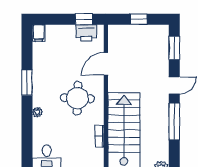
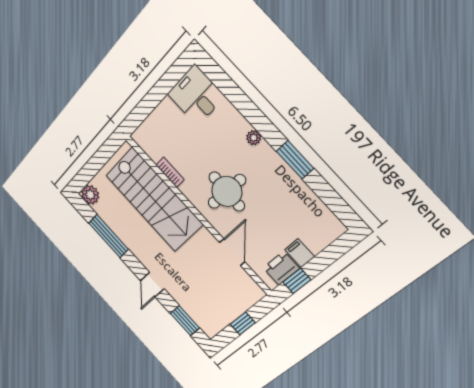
filing cabinet: (39, 33) -> (300, 253), moved
window: (174, 121) -> (108, 236), moved

